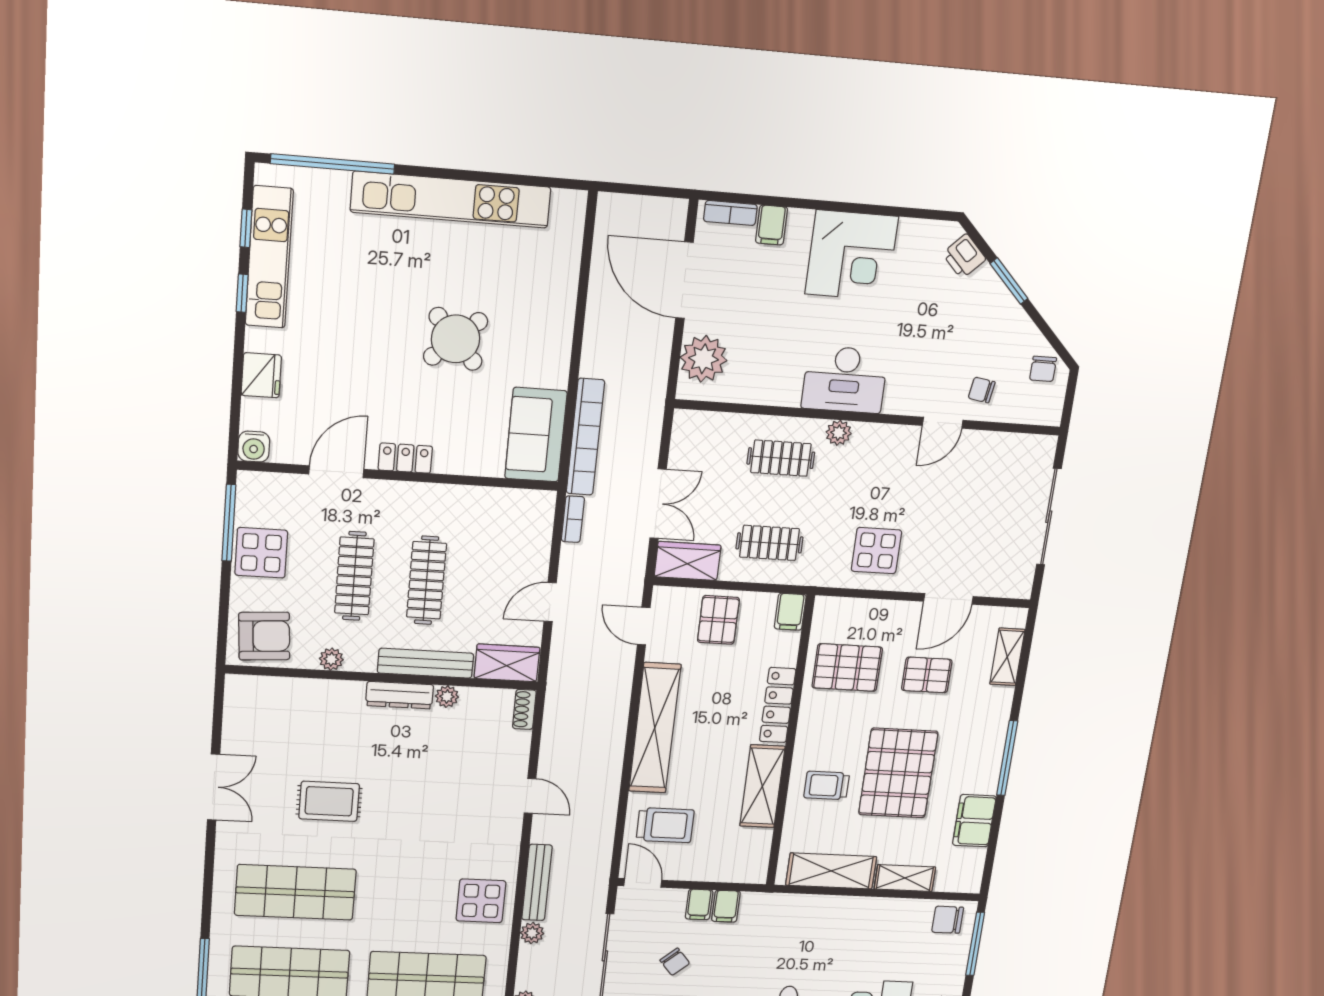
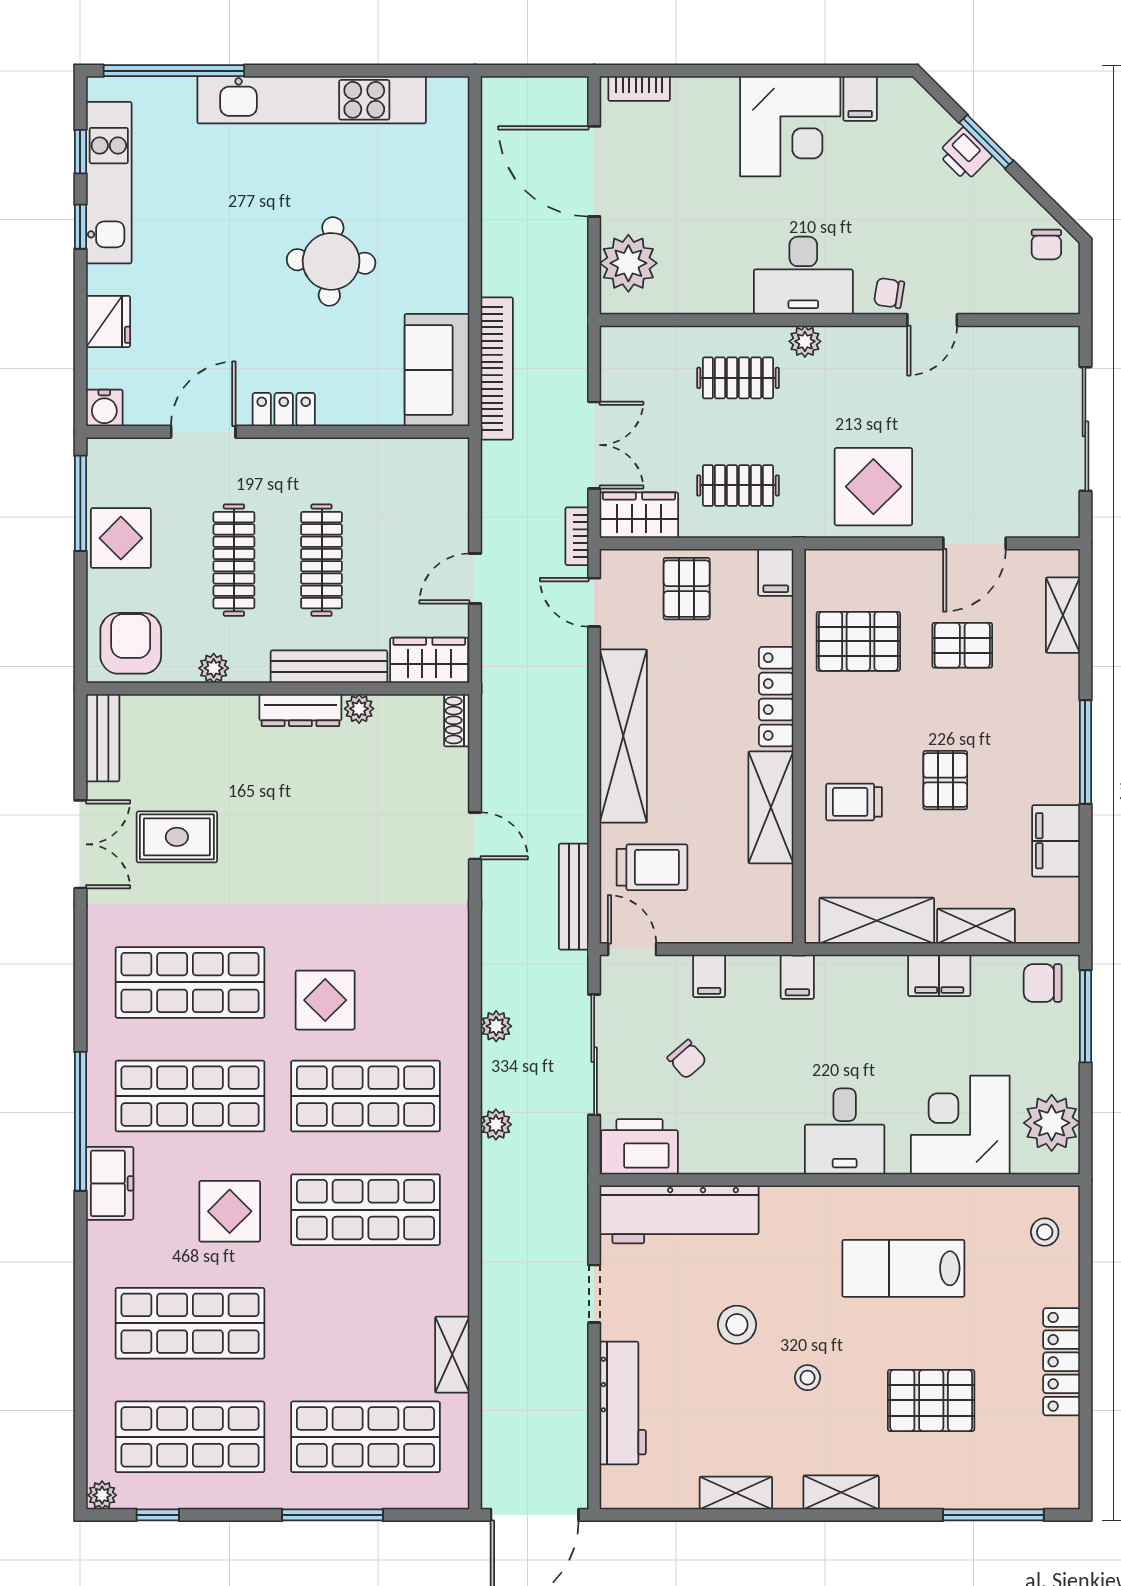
filing cabinet: (772, 225) -> (860, 99), moved
printer: (964, 256) -> (965, 155), moved
round table: (456, 339) -> (331, 261), turned 45
chair: (982, 390) -> (889, 293), moved
bookcase: (573, 519) -> (577, 536), moved, turned 180
display table: (876, 551) -> (873, 487), width x1.36, depth x1.36
armchair: (264, 636) -> (131, 643), turned -86
bench: (237, 708) -> (103, 738), added
pallet: (898, 773) -> (945, 780), width x0.49, depth x0.50
rug: (329, 801) -> (177, 837), moved
bench: (537, 883) -> (574, 897), moved
display table: (481, 901) -> (325, 1000), moved
filing cabinet: (726, 906) -> (797, 977), moved
filing cabinet: (872, 911) -> (939, 975), added

